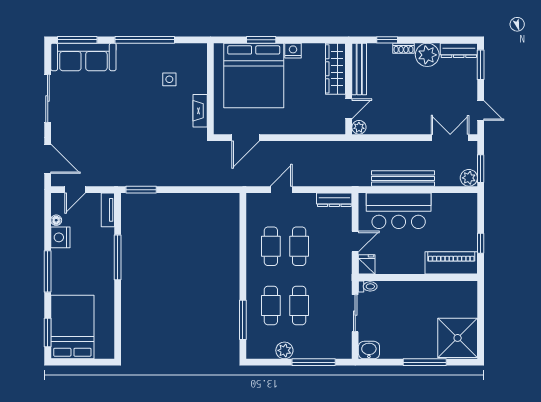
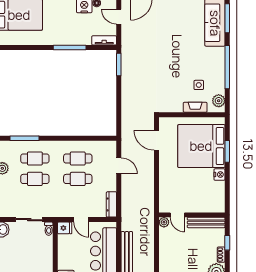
plant: (191, 52) -> (219, 101), added
wardrobe: (336, 69) -> (206, 205), removed
fireplace: (200, 111) -> (195, 107), moved

